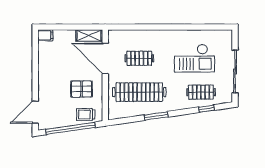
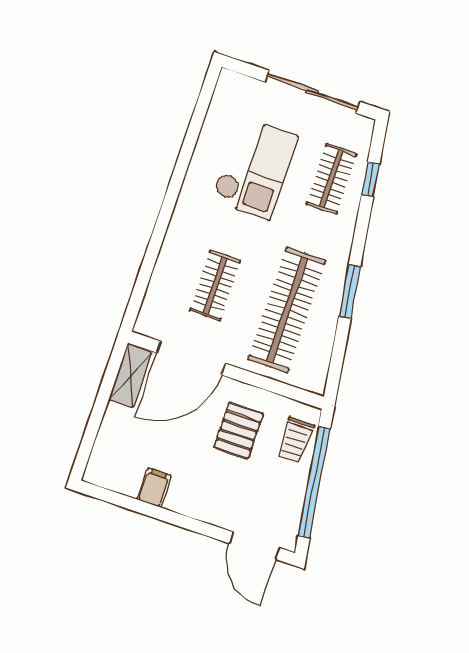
filing cabinet: (45, 35) -> (154, 488), moved

